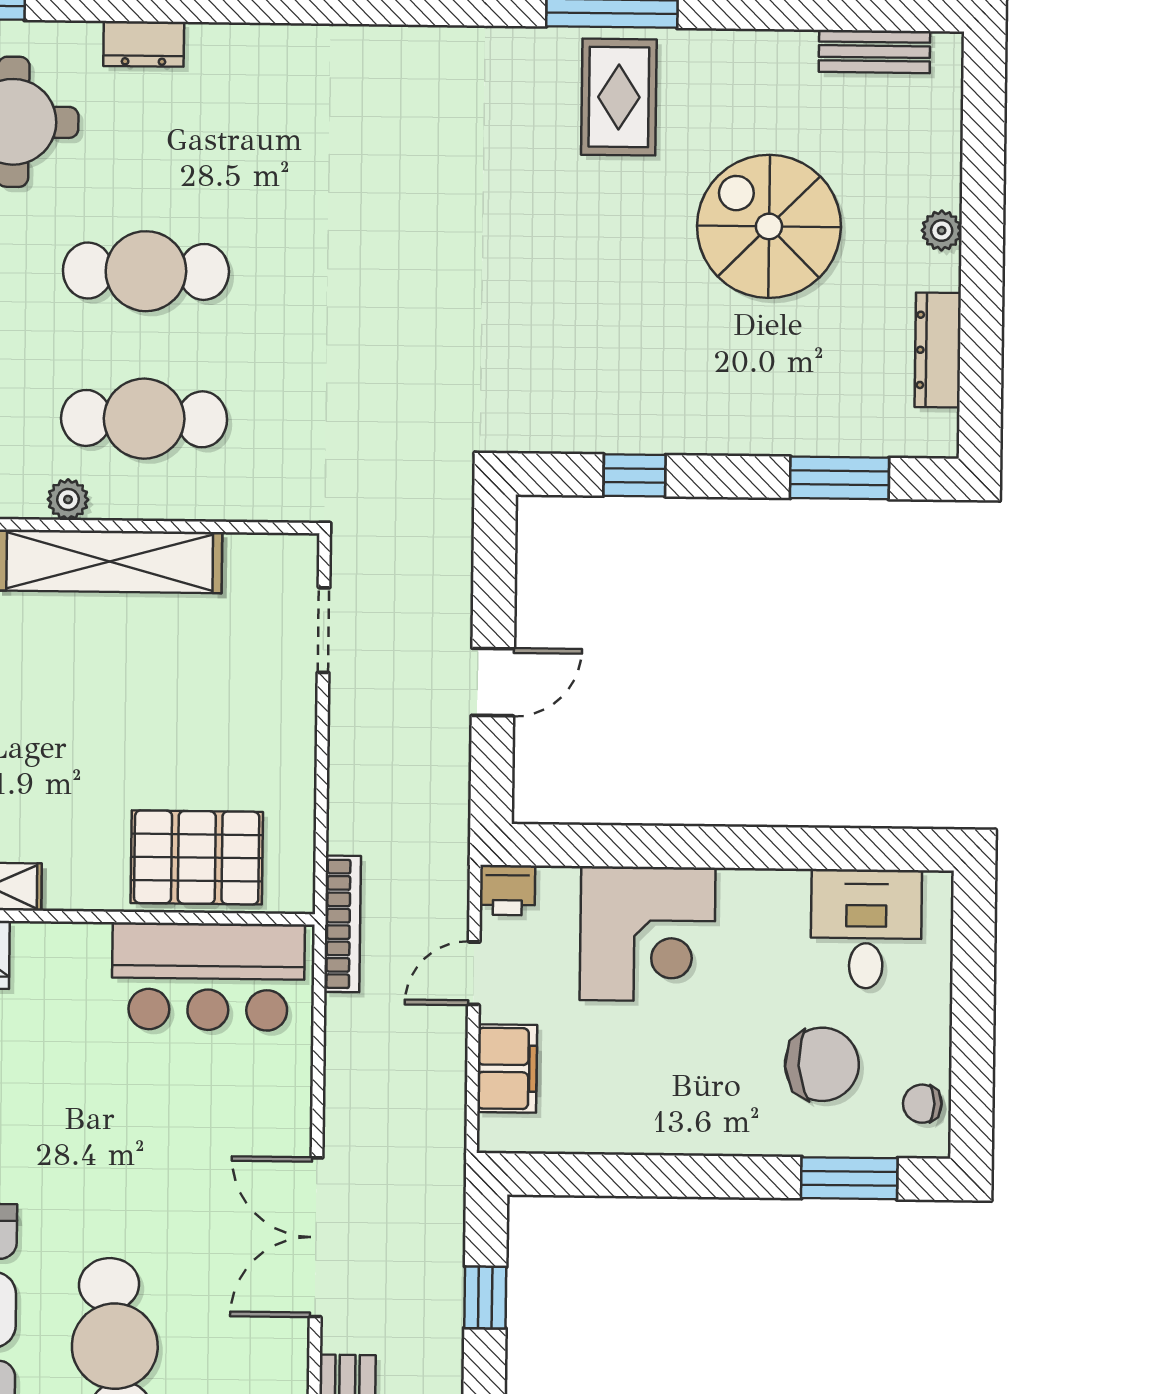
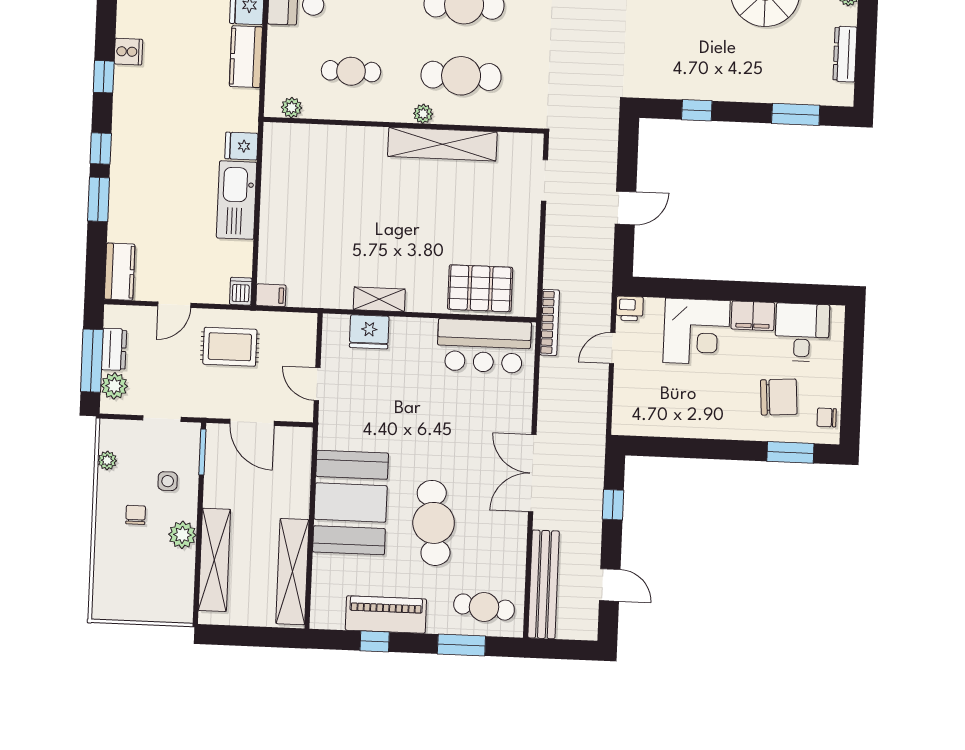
filing cabinet: (507, 1068) -> (753, 316), moved, turned 90

